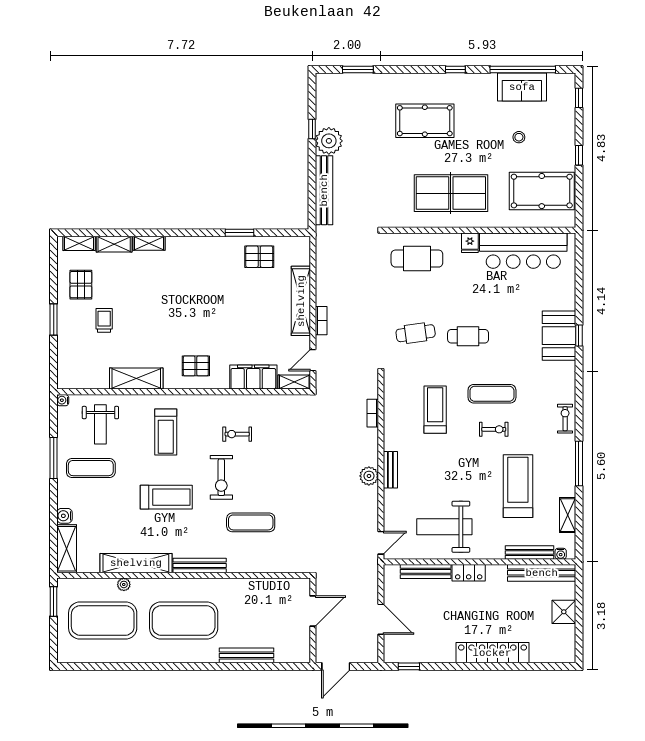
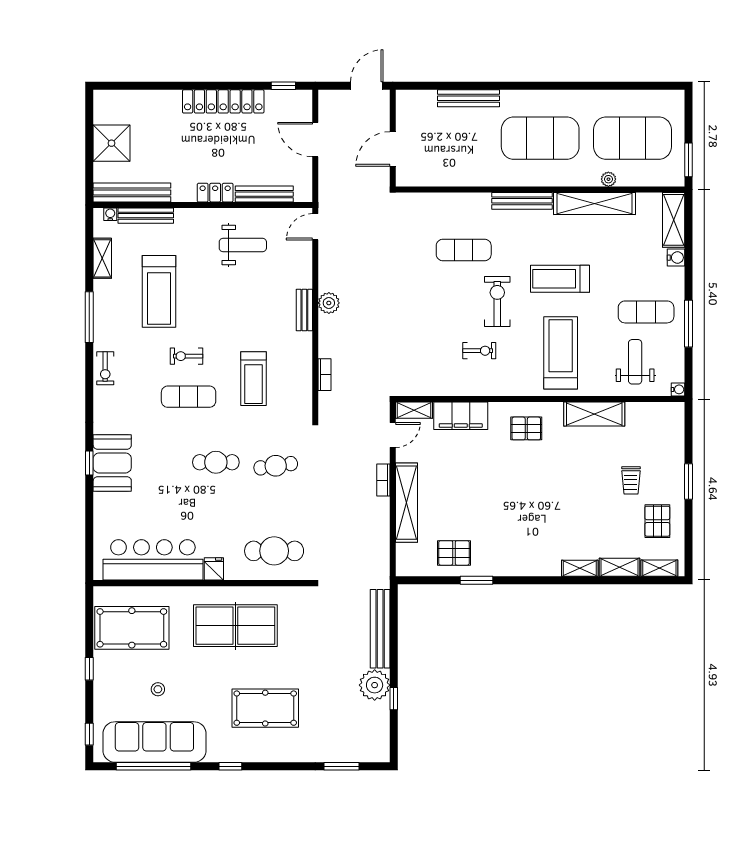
sofa: (522, 87) -> (154, 742), width x1.85, depth x1.27
treadmill: (166, 432) -> (561, 353), width x1.37, depth x1.38
weight bench: (444, 527) -> (243, 245), width x0.73, depth x0.75
shower: (564, 612) -> (111, 143), width x1.36, depth x1.36
locker: (492, 653) -> (223, 101), moved

